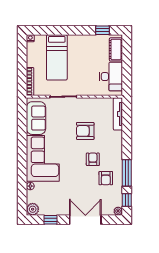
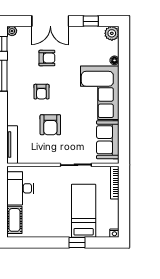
window: (102, 30) -> (77, 242), moved
armchair: (85, 131) -> (50, 125), turned 90
armchair: (106, 178) -> (47, 58), moved, turned 90

